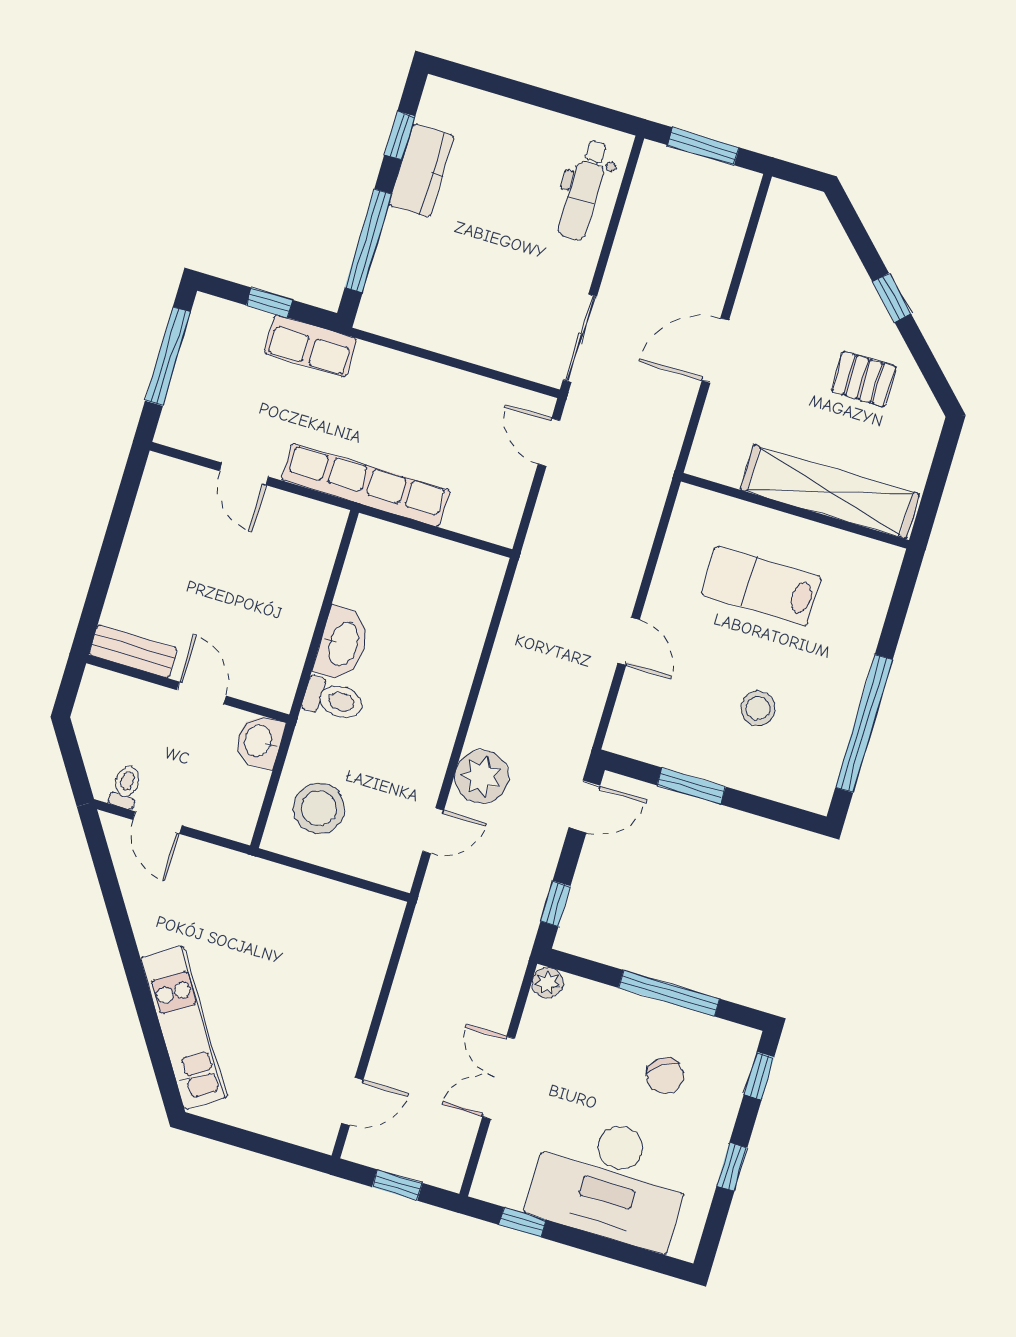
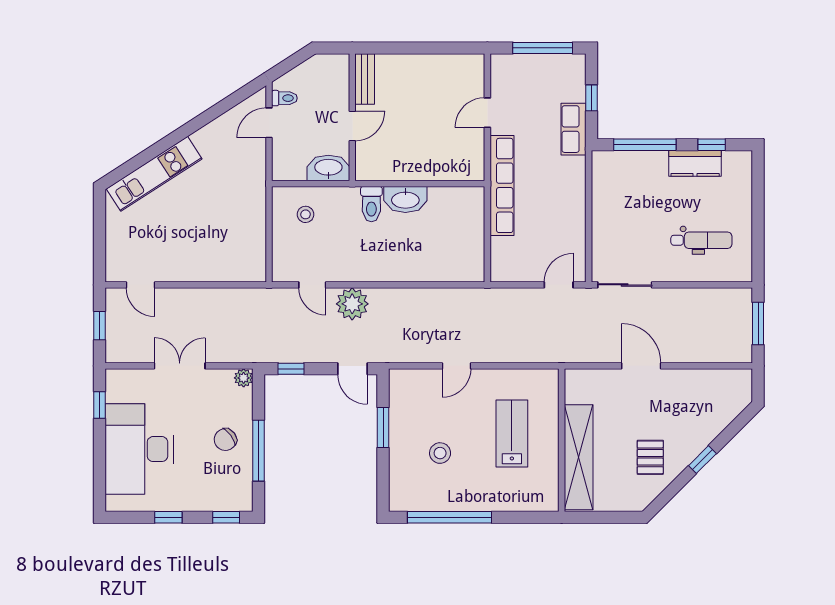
dental chair: (584, 190) -> (701, 240), moved, turned 180
washbasin: (259, 741) -> (328, 168), width x1.38
stool: (319, 808) -> (305, 214), width x0.53, depth x0.53
chair: (665, 1076) -> (225, 440), moved

